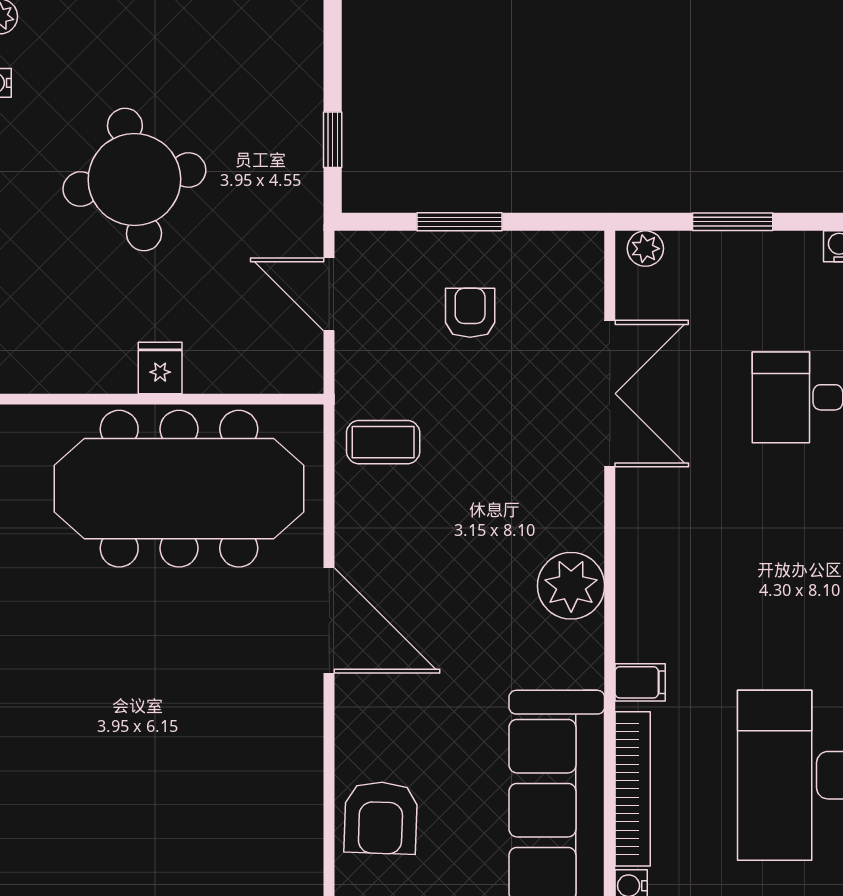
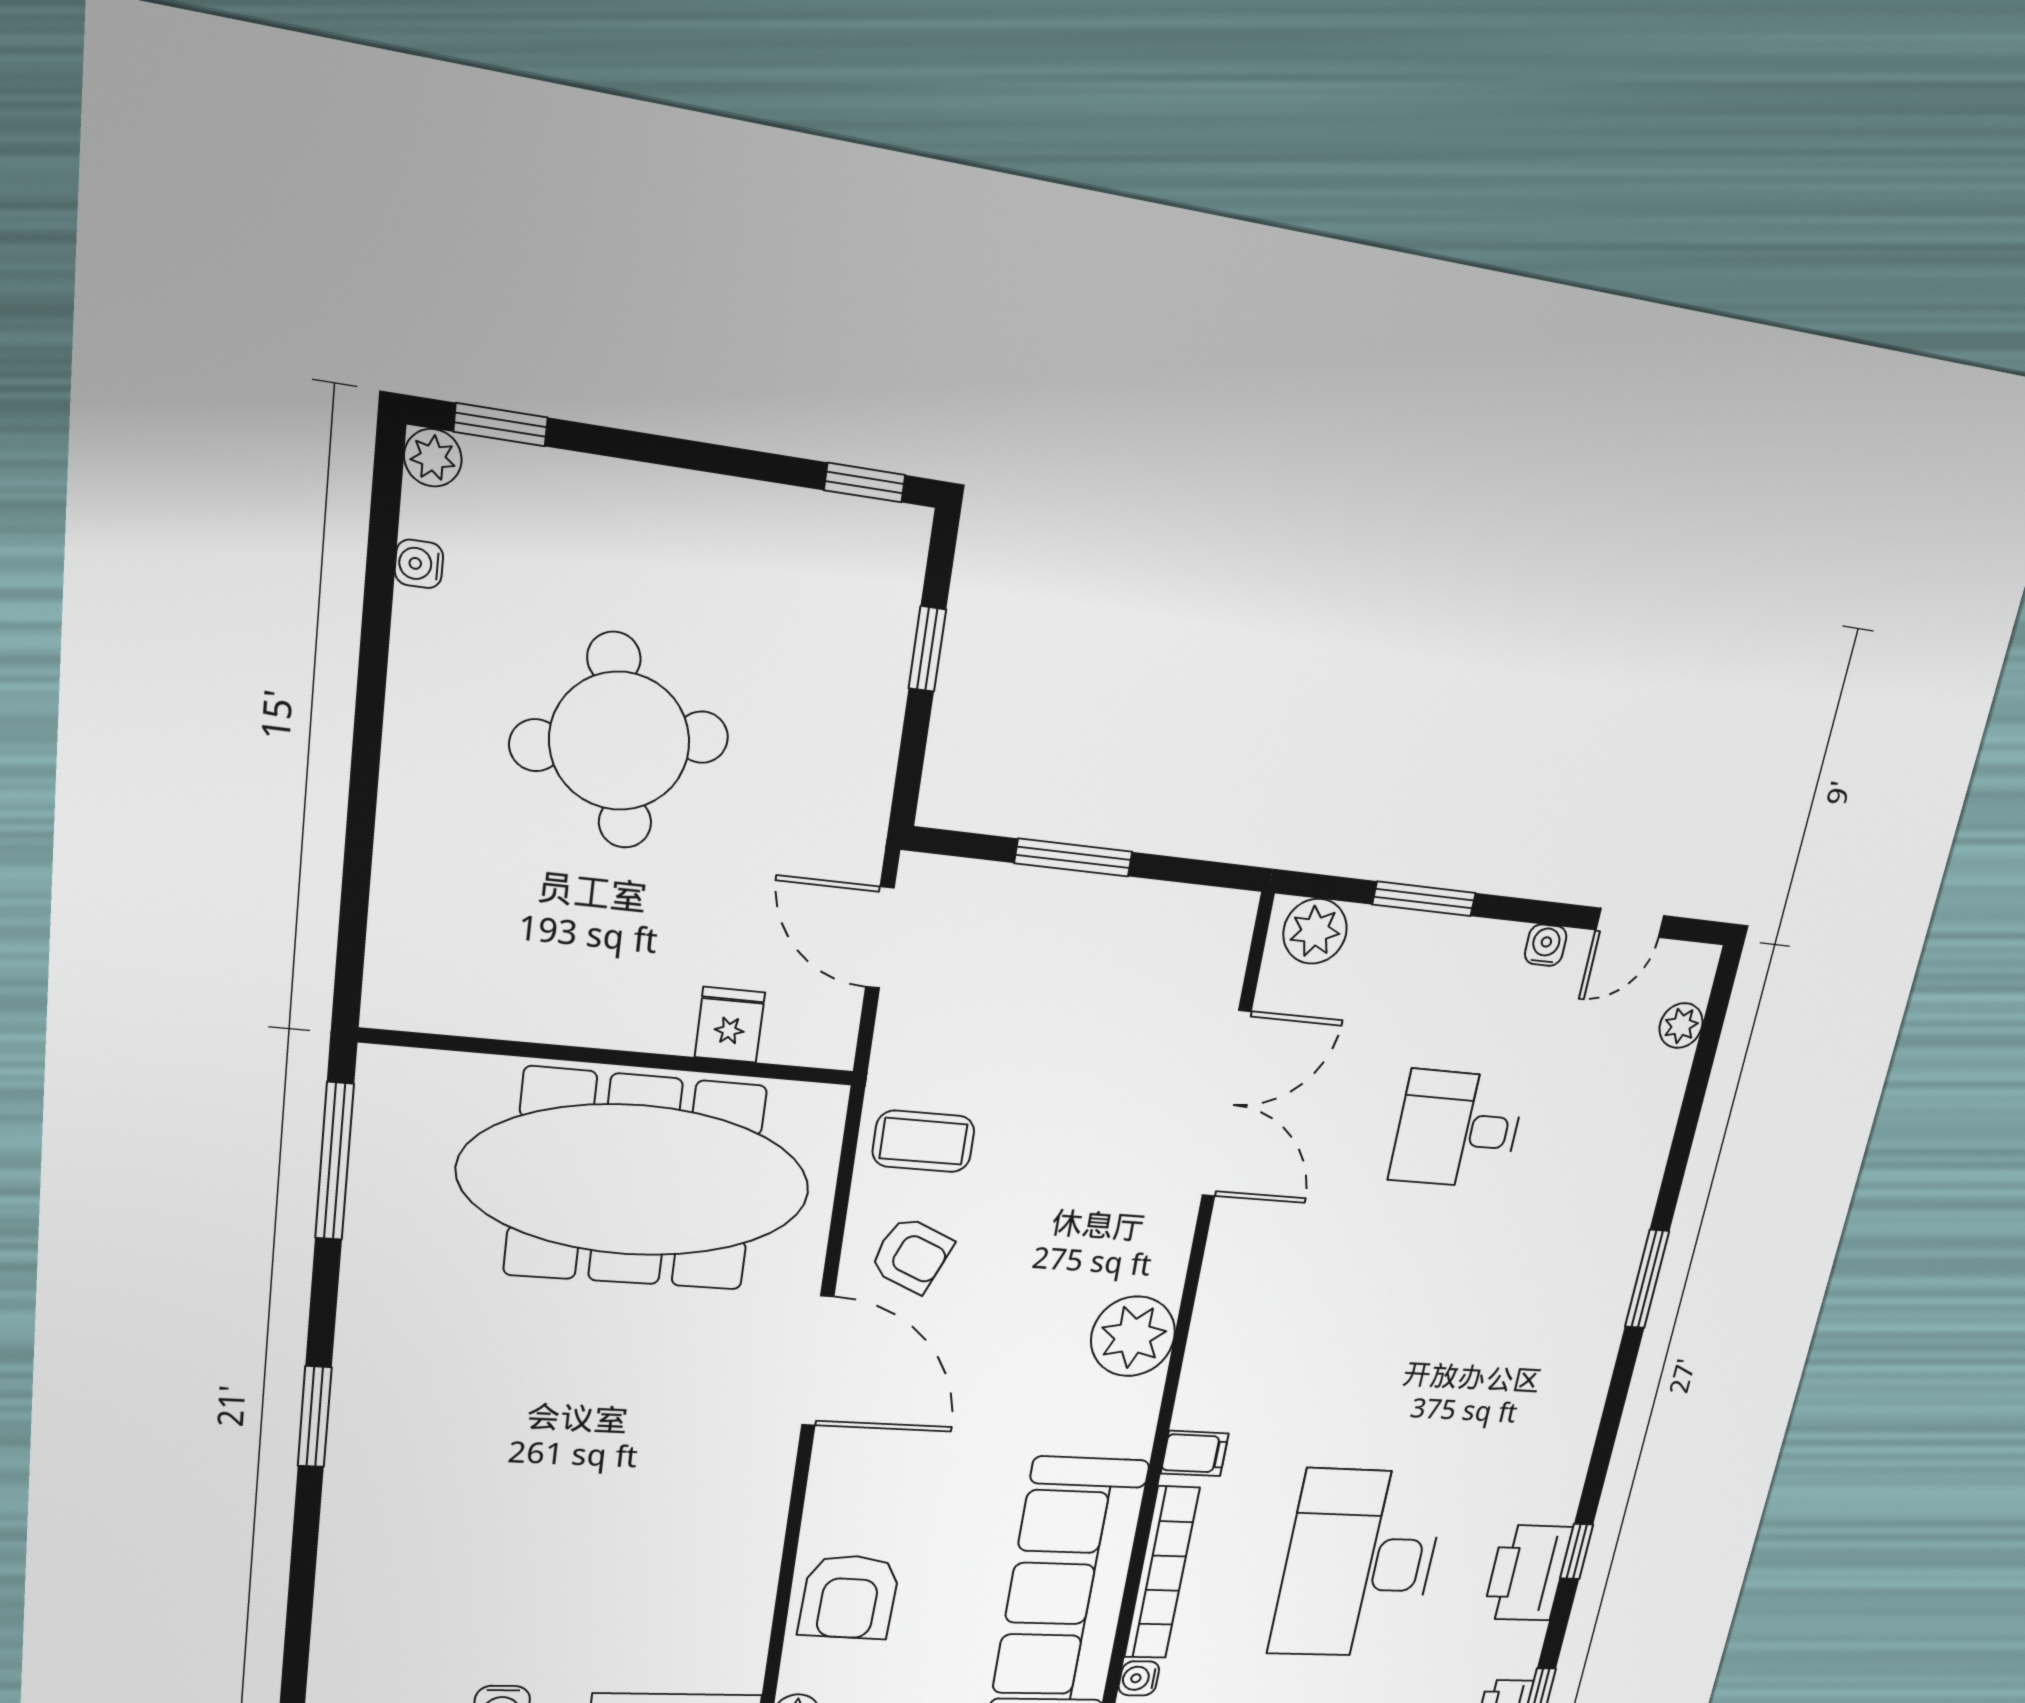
window: (333, 140) -> (927, 649), moved
plant: (645, 249) -> (1315, 931), width x1.38, depth x1.38
armchair: (470, 313) -> (911, 1255), moved, turned 113
fridge: (160, 368) -> (730, 1025), moved

